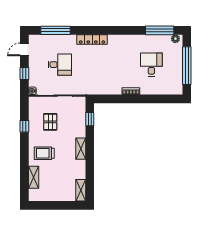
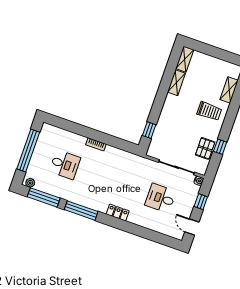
window: (56, 30) -> (81, 211), moved
locker: (92, 39) -> (118, 213), width x0.66
door: (24, 49) -> (192, 227), swing flipped
desk: (151, 65) -> (65, 165), turned -90
pallet: (50, 122) -> (205, 148), moved
shelving: (81, 149) -> (176, 83), moved

